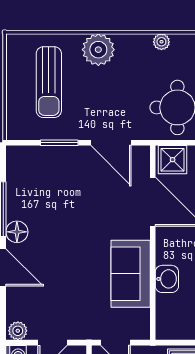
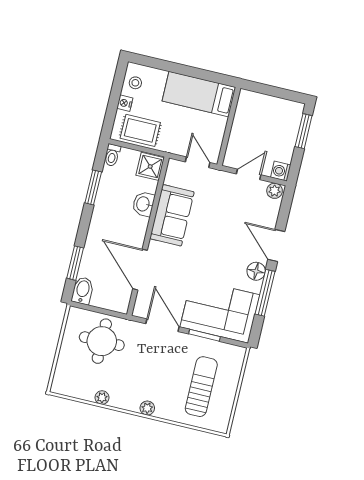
plant: (98, 50) -> (147, 408), width x0.53, depth x0.53
shower: (173, 160) -> (150, 166), moved
corner sofa: (48, 176) -> (220, 311), added

